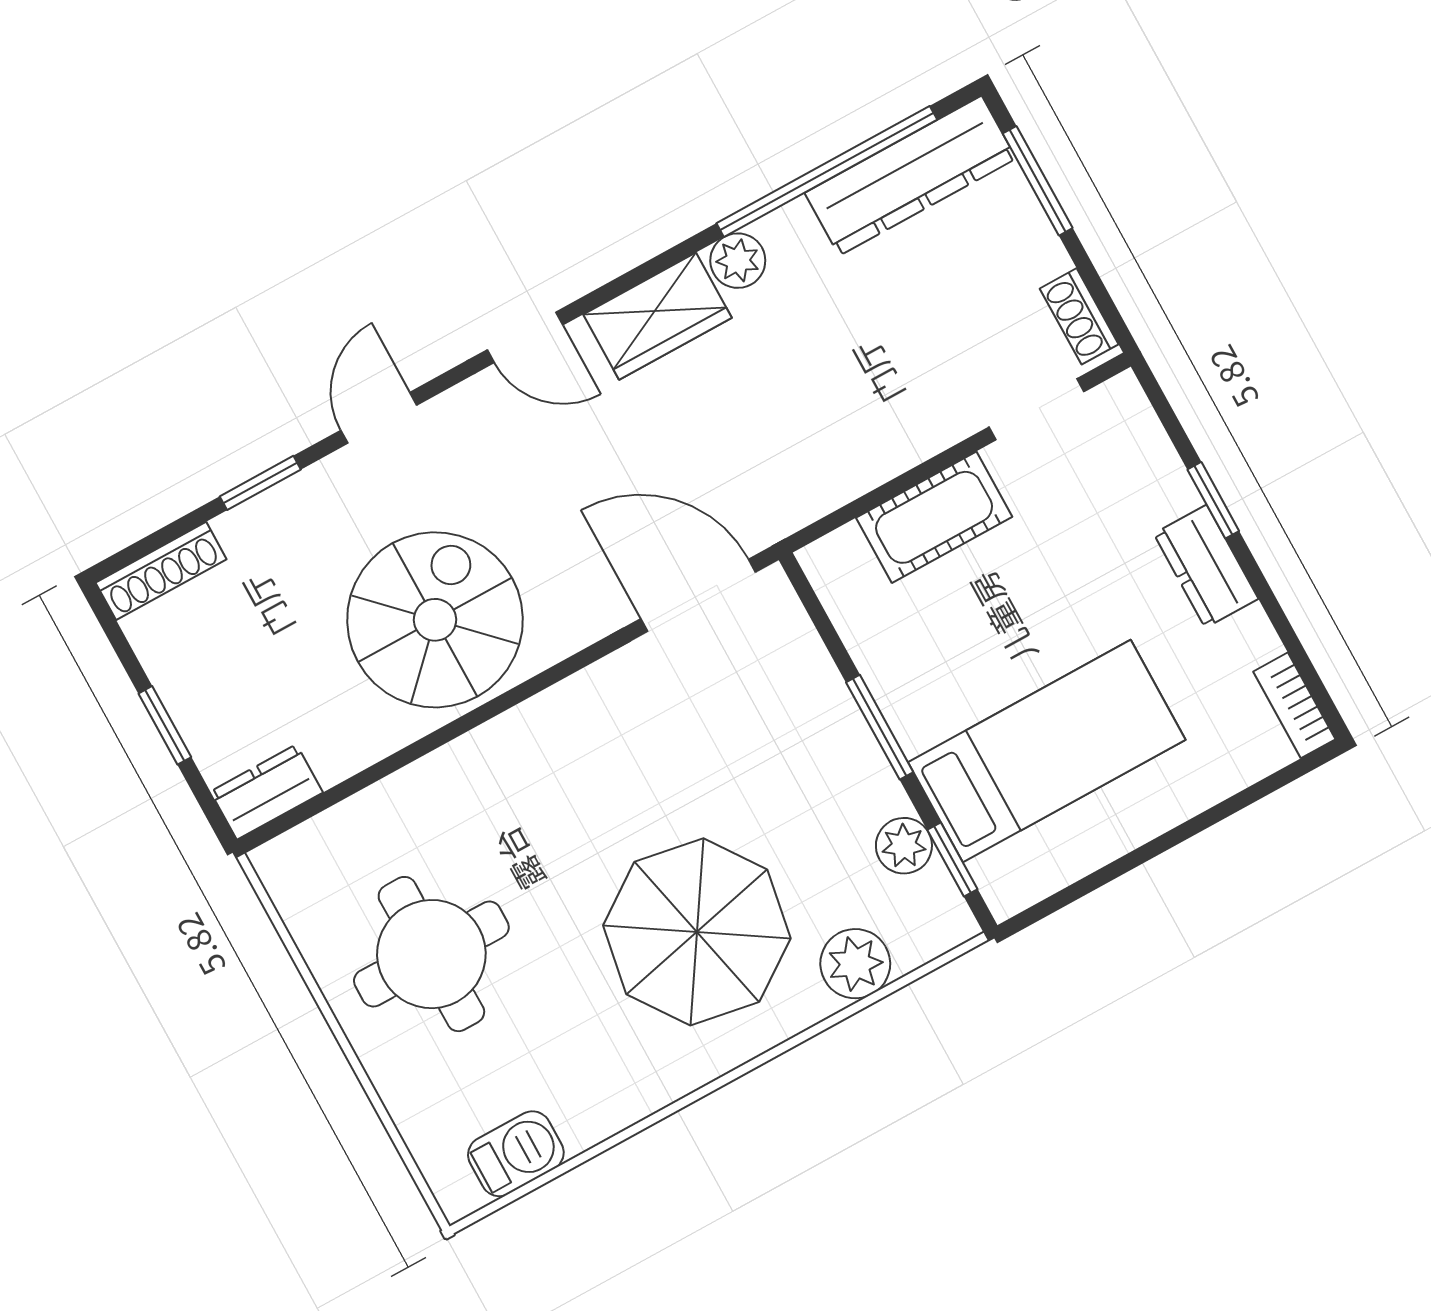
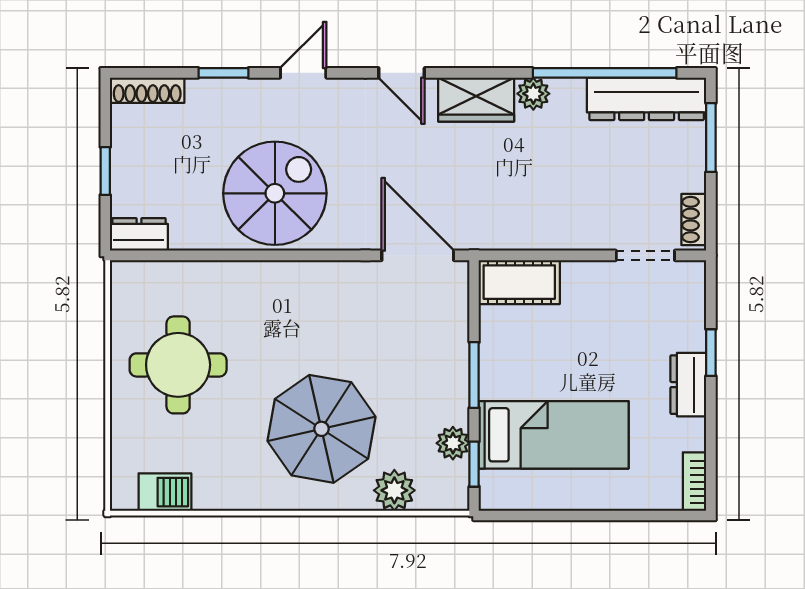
cot: (934, 517) -> (519, 282), moved

